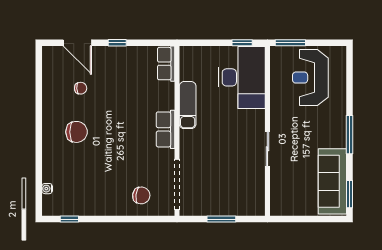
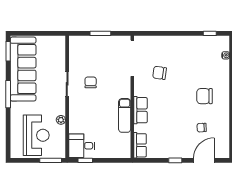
door: (77, 43) -> (204, 160), hinge flipped
desk: (242, 77) -> (82, 146), width x0.53, depth x0.77
plant: (276, 99) -> (61, 120), added
row of seats: (165, 129) -> (141, 110), moved
chair: (235, 151) -> (91, 82), added
sofa: (332, 181) -> (23, 69), width x1.36, depth x1.27
chair: (141, 195) -> (160, 73), moved

